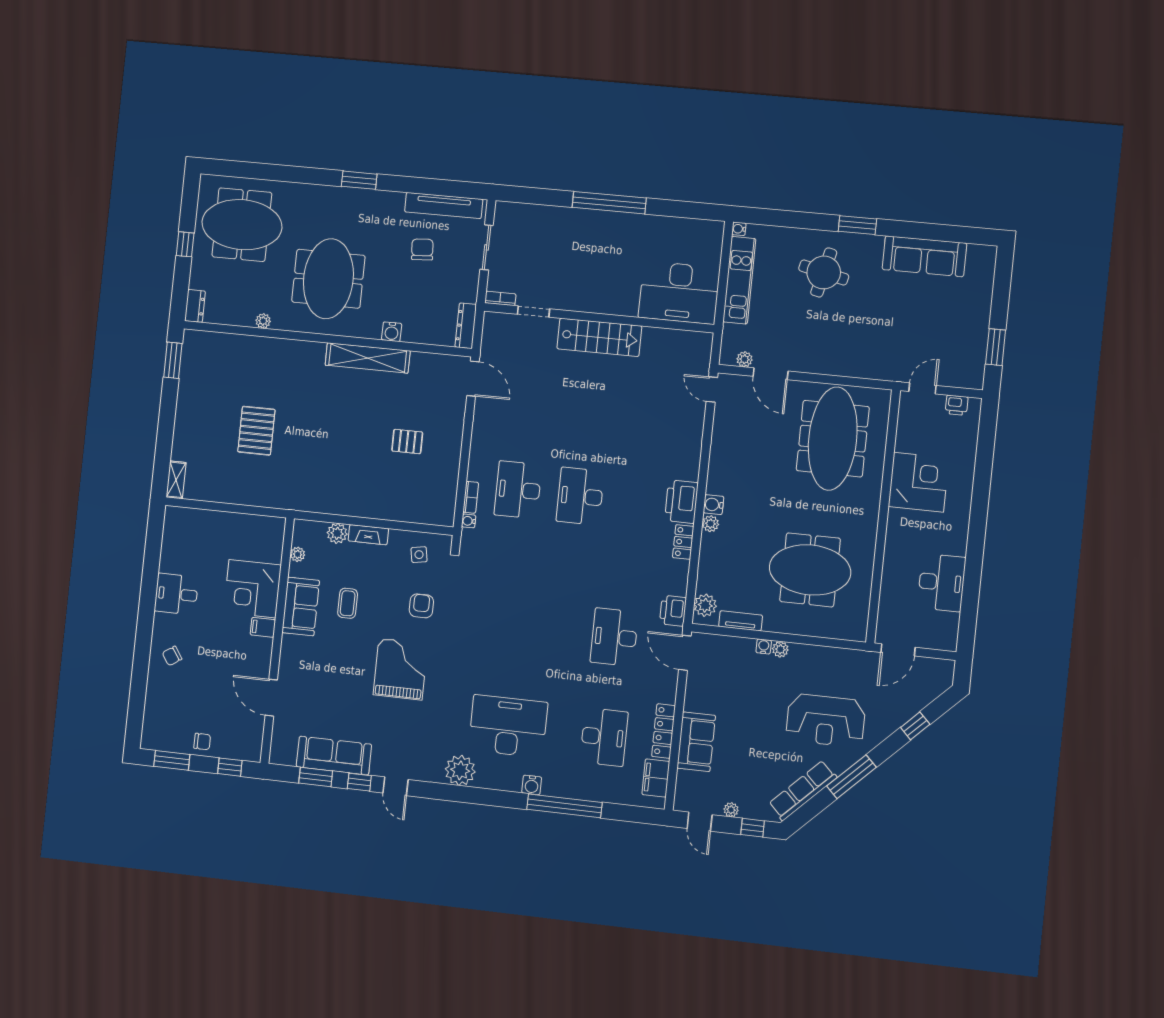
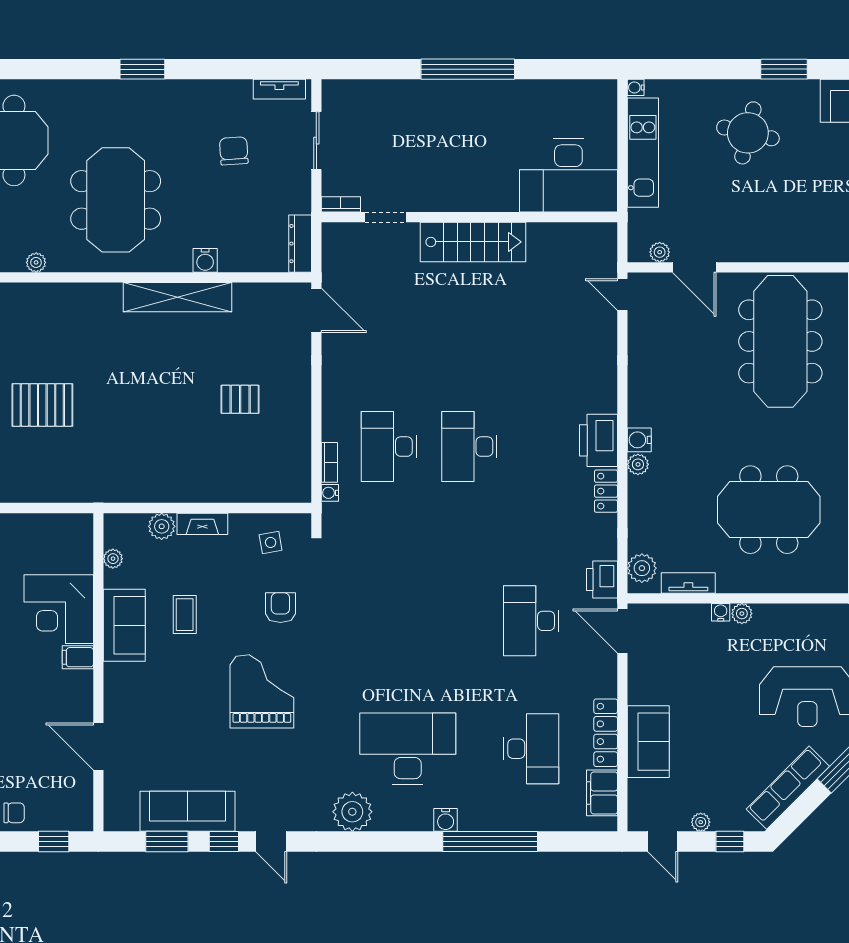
tv unit: (444, 206) -> (279, 89), width x0.52, depth x0.78
pallet: (256, 431) -> (42, 405), turned 90

